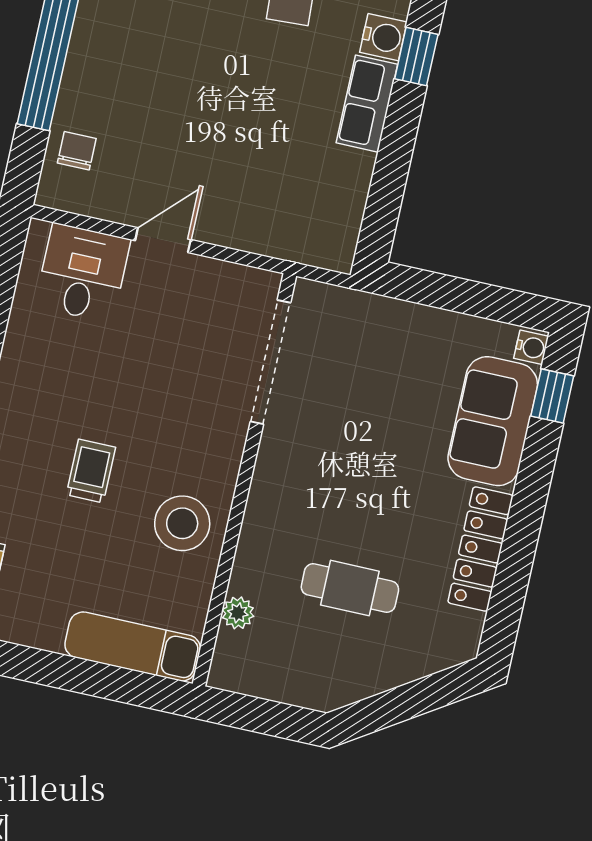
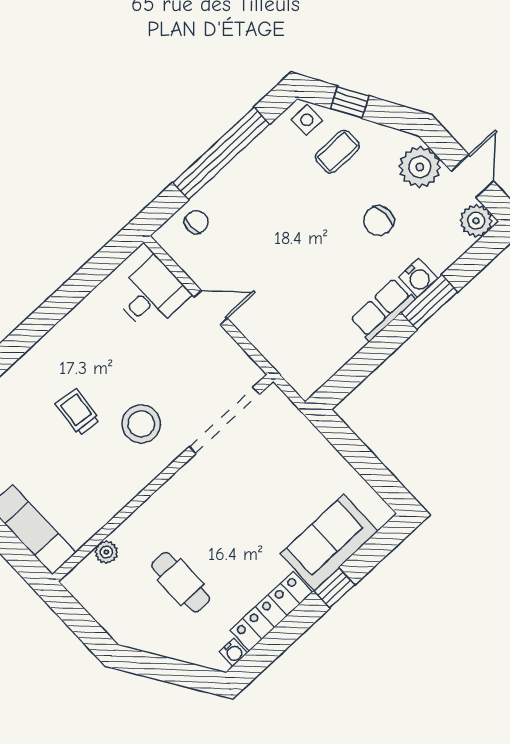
window: (416, 57) -> (429, 302), width x1.50
water cooler: (531, 347) -> (233, 652), moved
window: (552, 396) -> (334, 588), moved
trolley: (91, 471) -> (78, 412), turned -84
stool: (182, 523) -> (141, 424), moved

